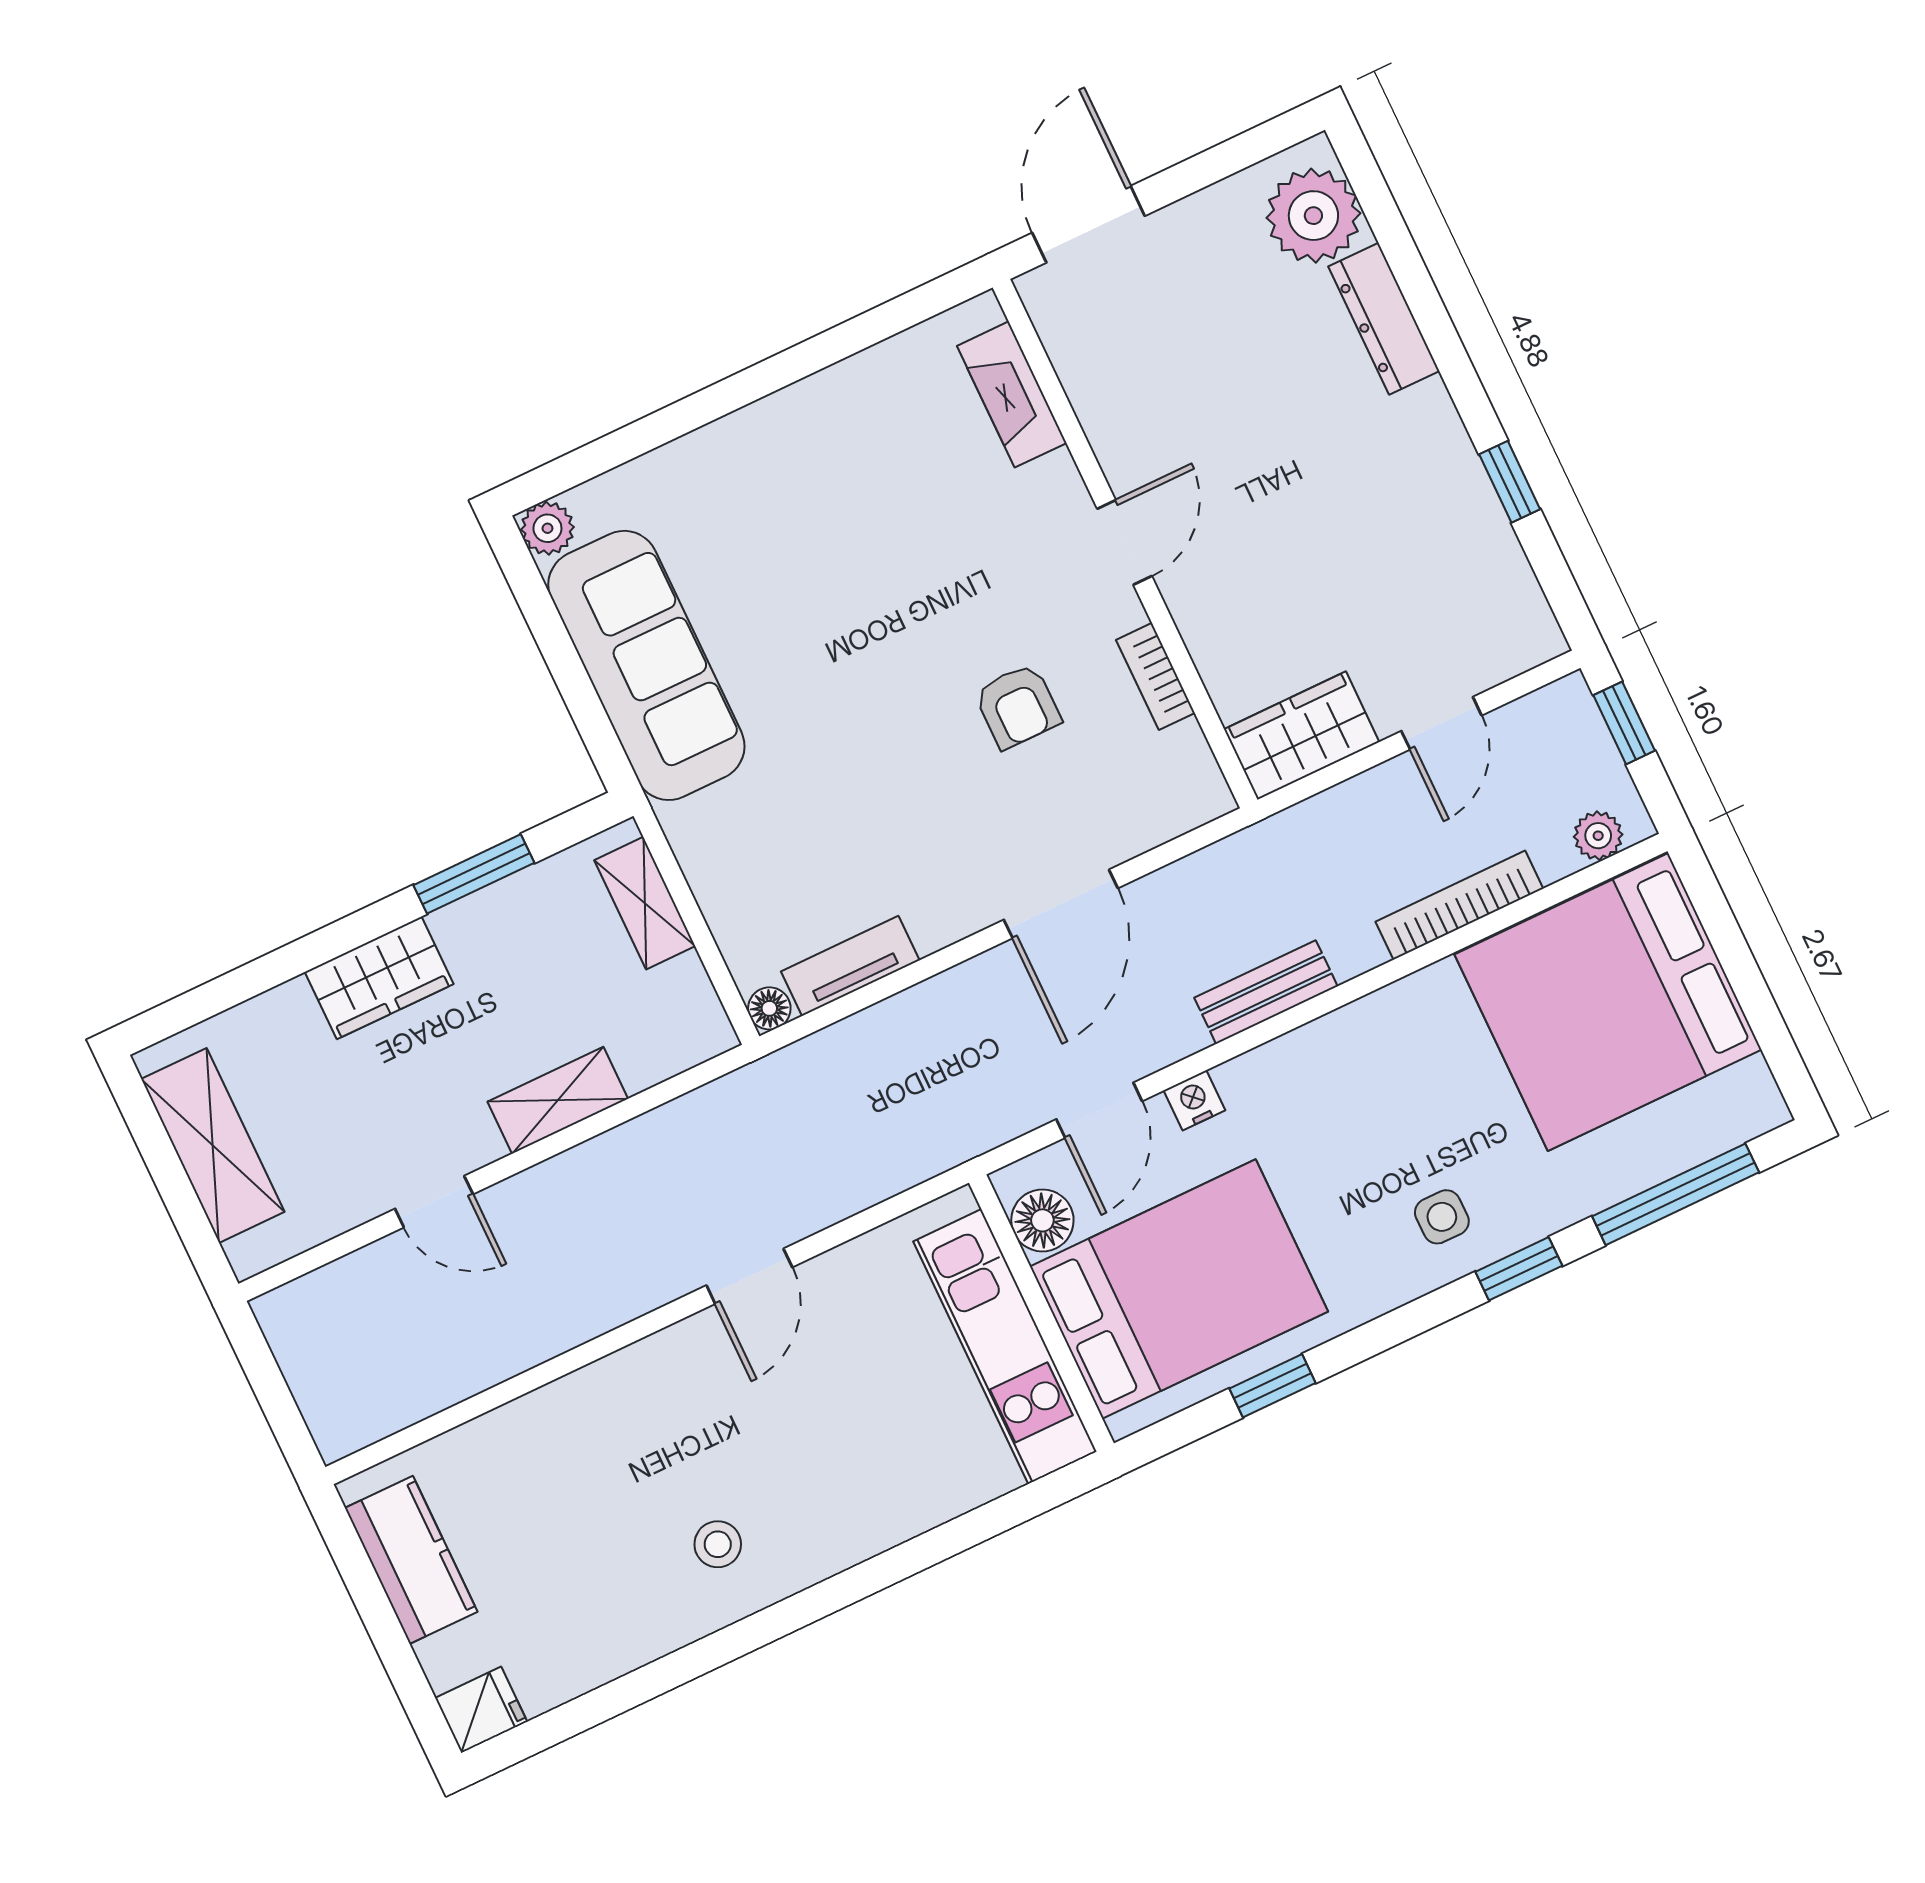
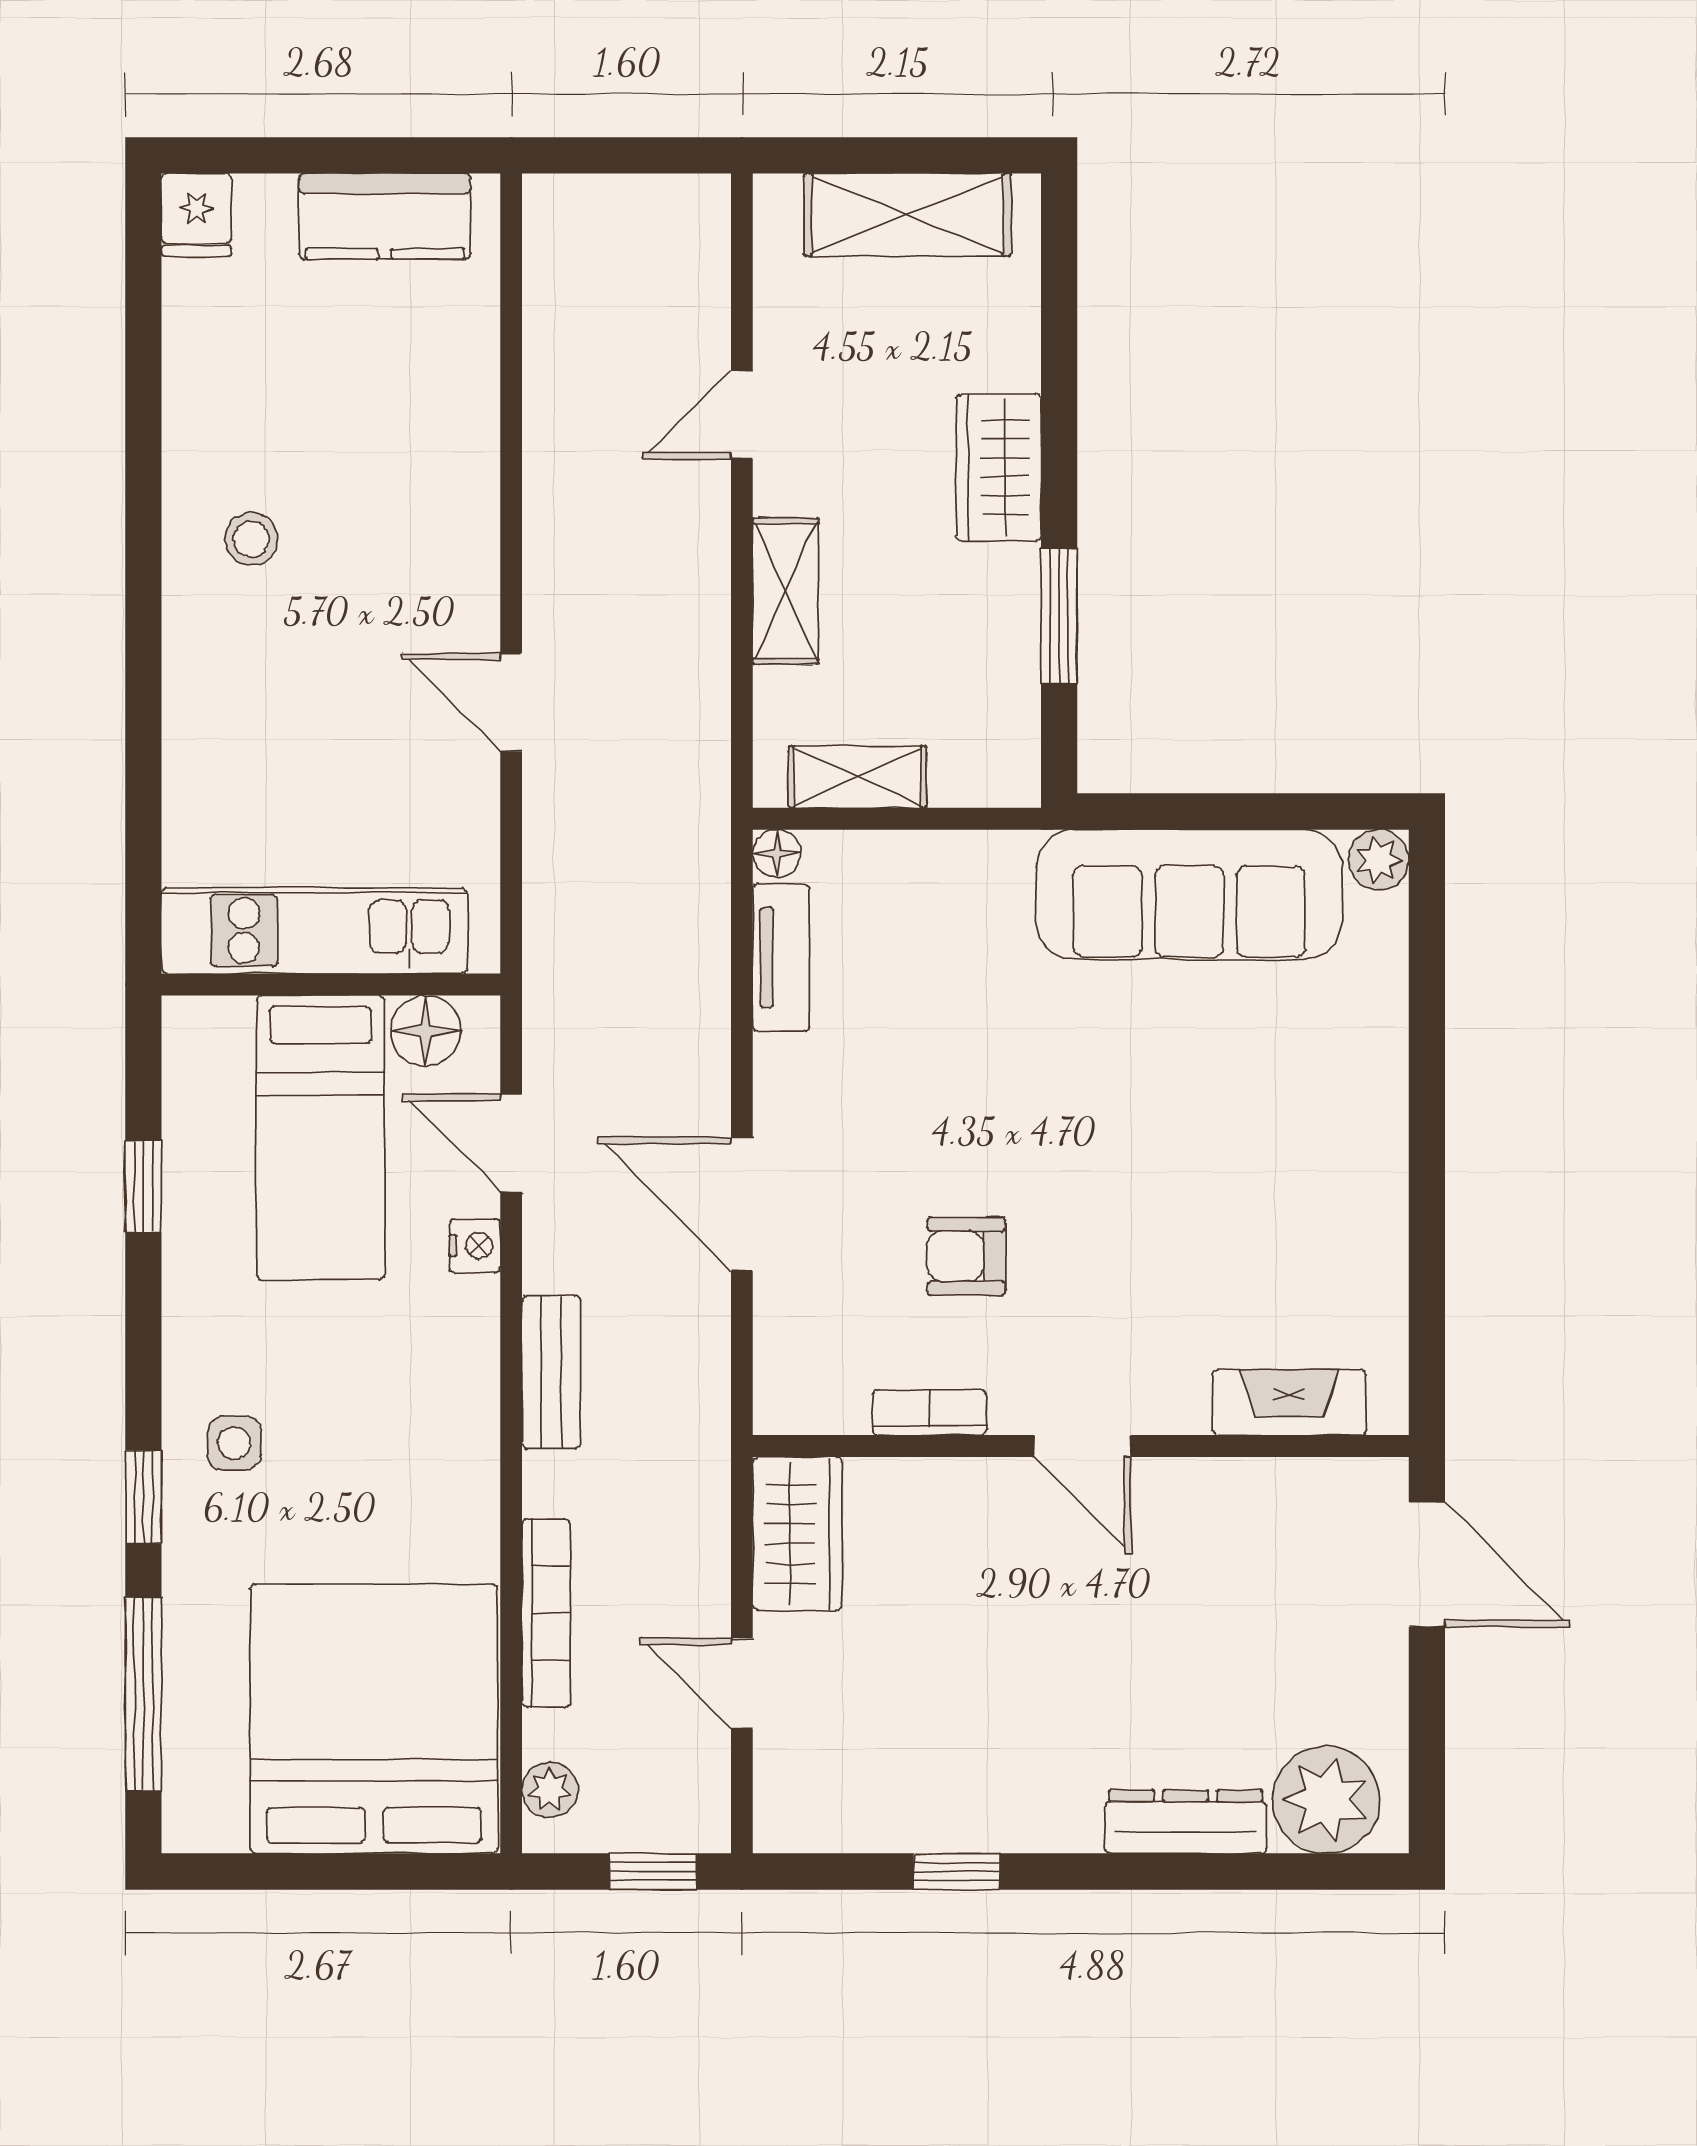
shelving: (645, 903) -> (858, 777), moved
bed: (1179, 1289) -> (320, 1138), width x0.67

